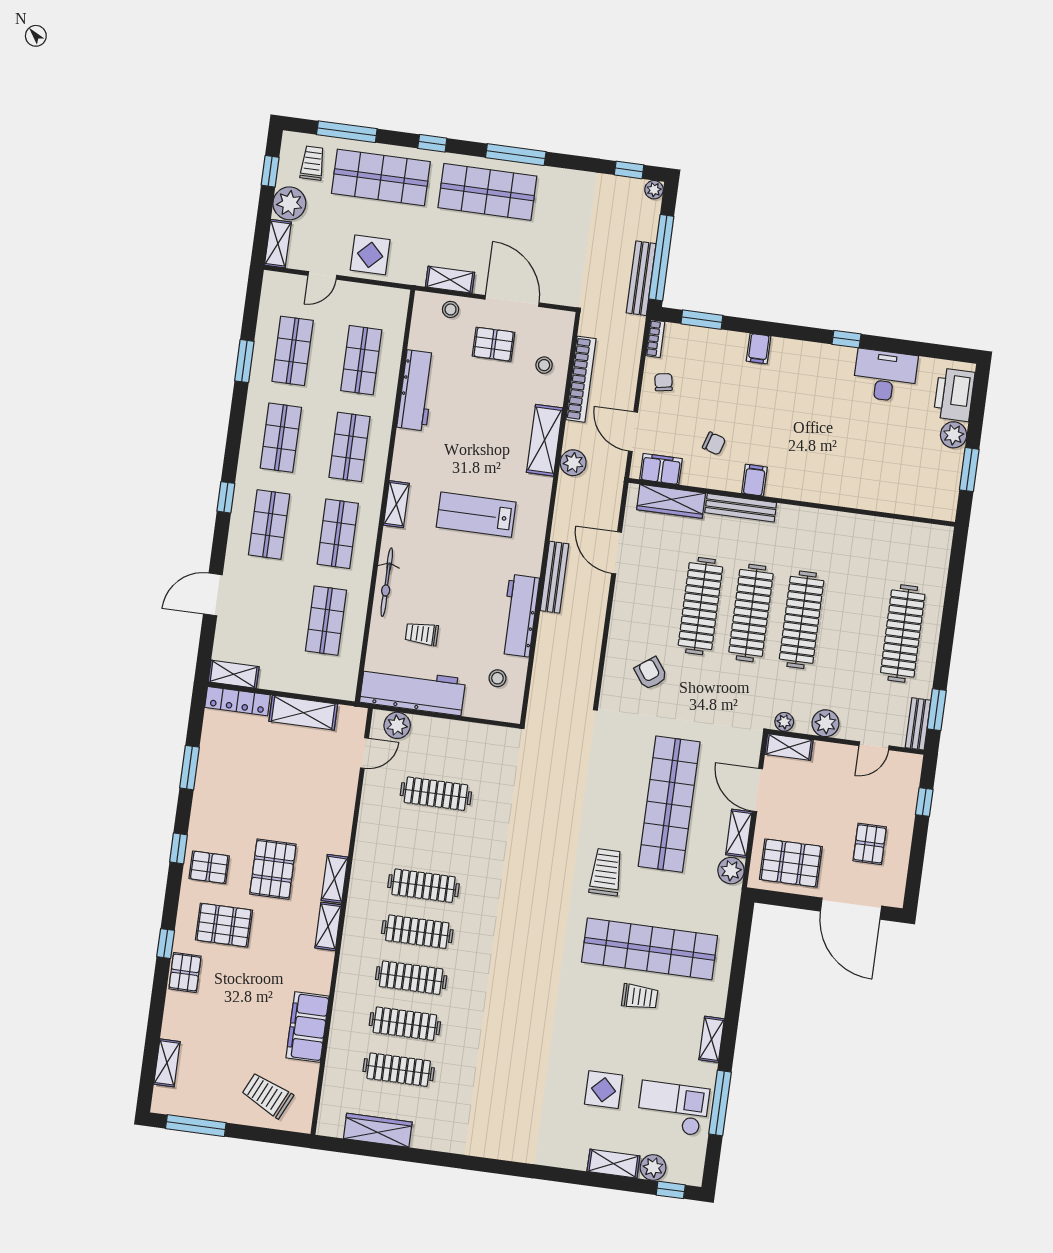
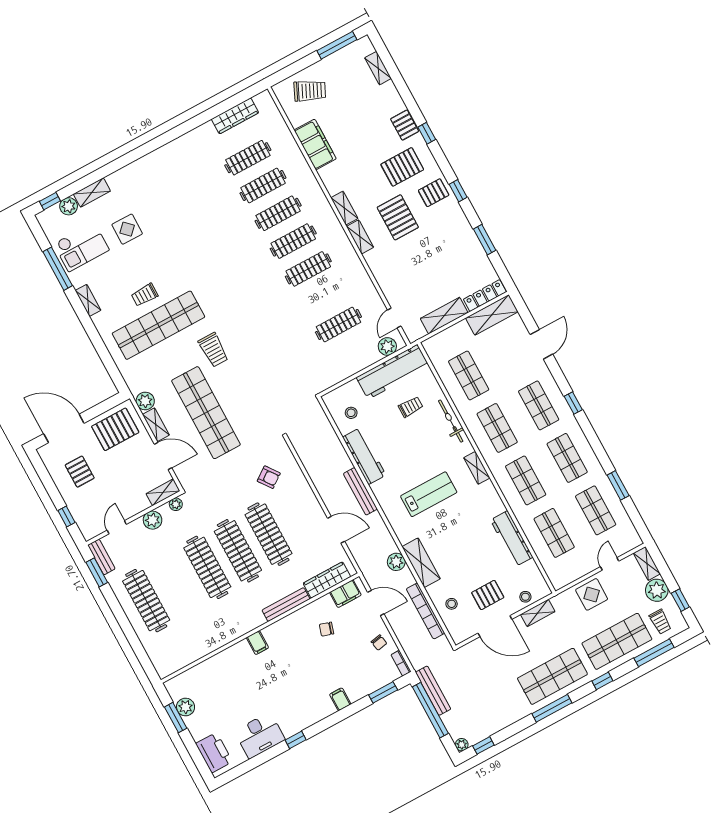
plant: (954, 435) -> (186, 707), moved
filing cabinet: (754, 480) -> (257, 643), moved
shelving: (234, 674) -> (492, 315), width x1.50, depth x1.33

